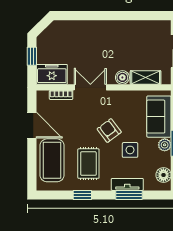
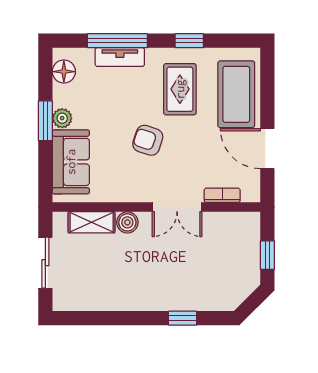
window: (87, 16) -> (183, 318), added
freezer: (52, 74) -> (237, 227), removed
armchair: (109, 131) -> (148, 140), turned 145
side table: (130, 150) -> (116, 110), removed
window: (129, 195) -> (117, 41), width x1.44

